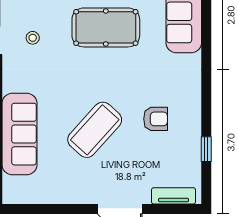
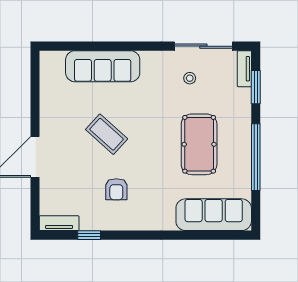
coffee table: (95, 130) -> (107, 134), width x0.73, depth x0.76
tv unit: (174, 196) -> (59, 223), moved, turned -90

